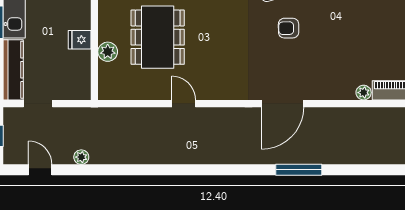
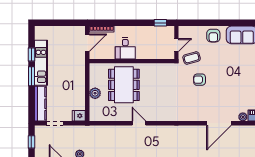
fridge: (80, 40) -> (79, 116), moved
door: (282, 104) -> (219, 123), moved

